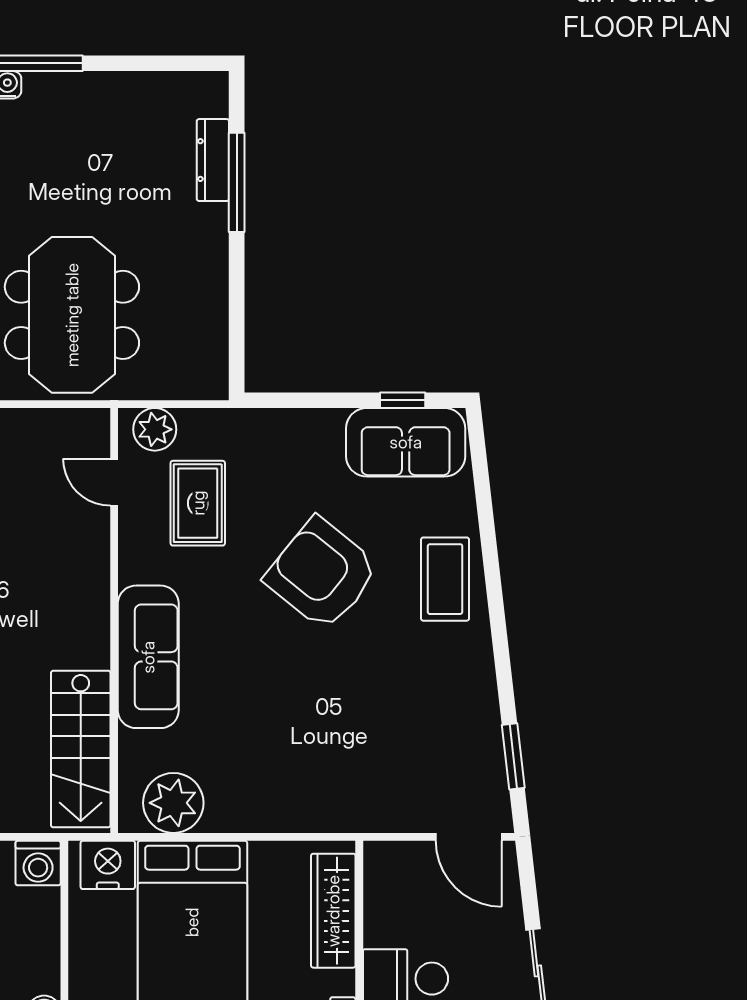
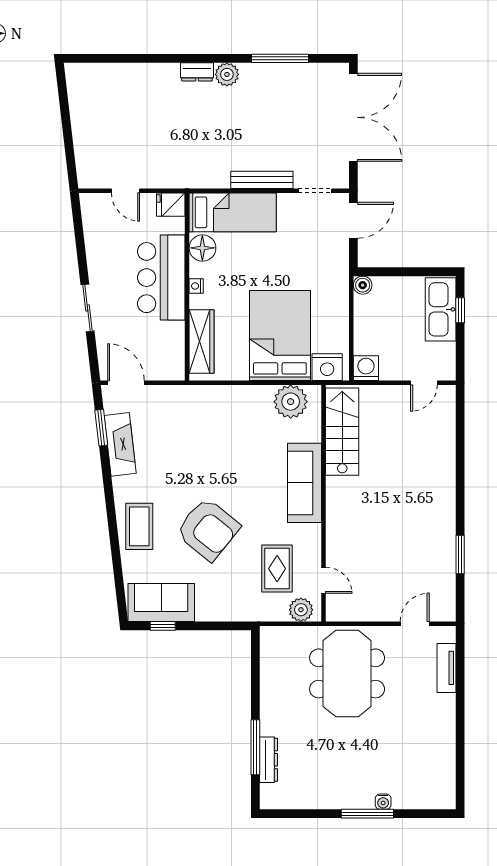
fireplace: (479, 726) -> (120, 444), added

